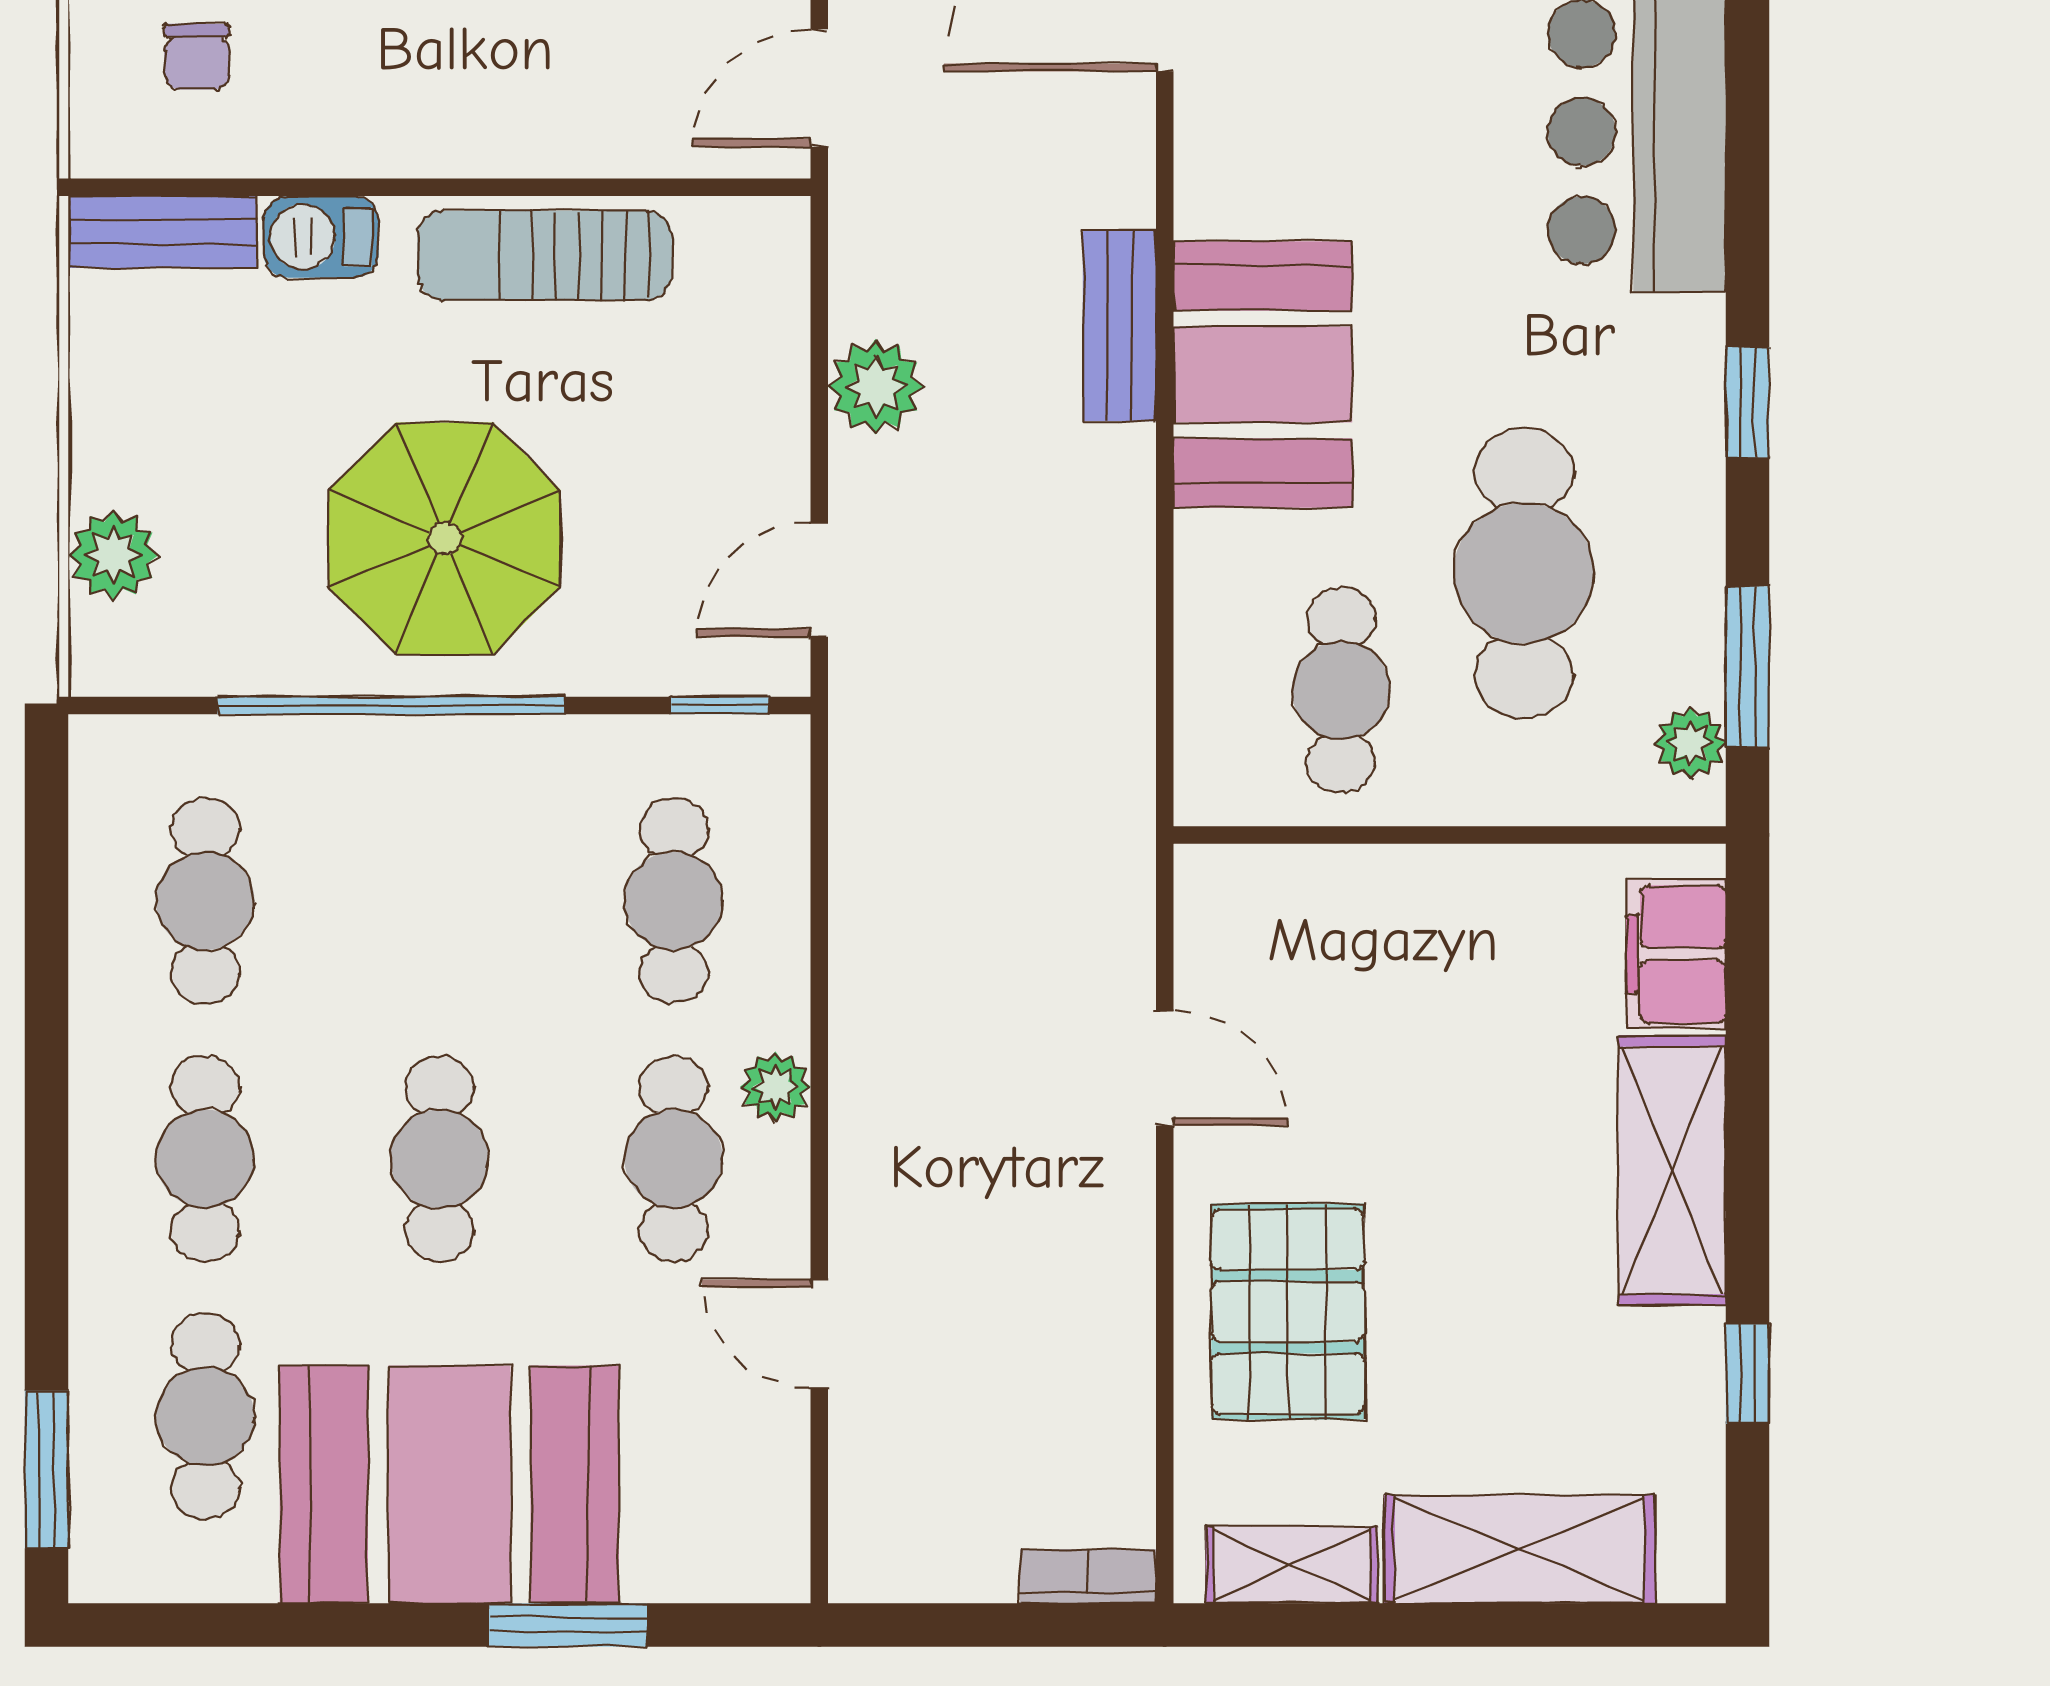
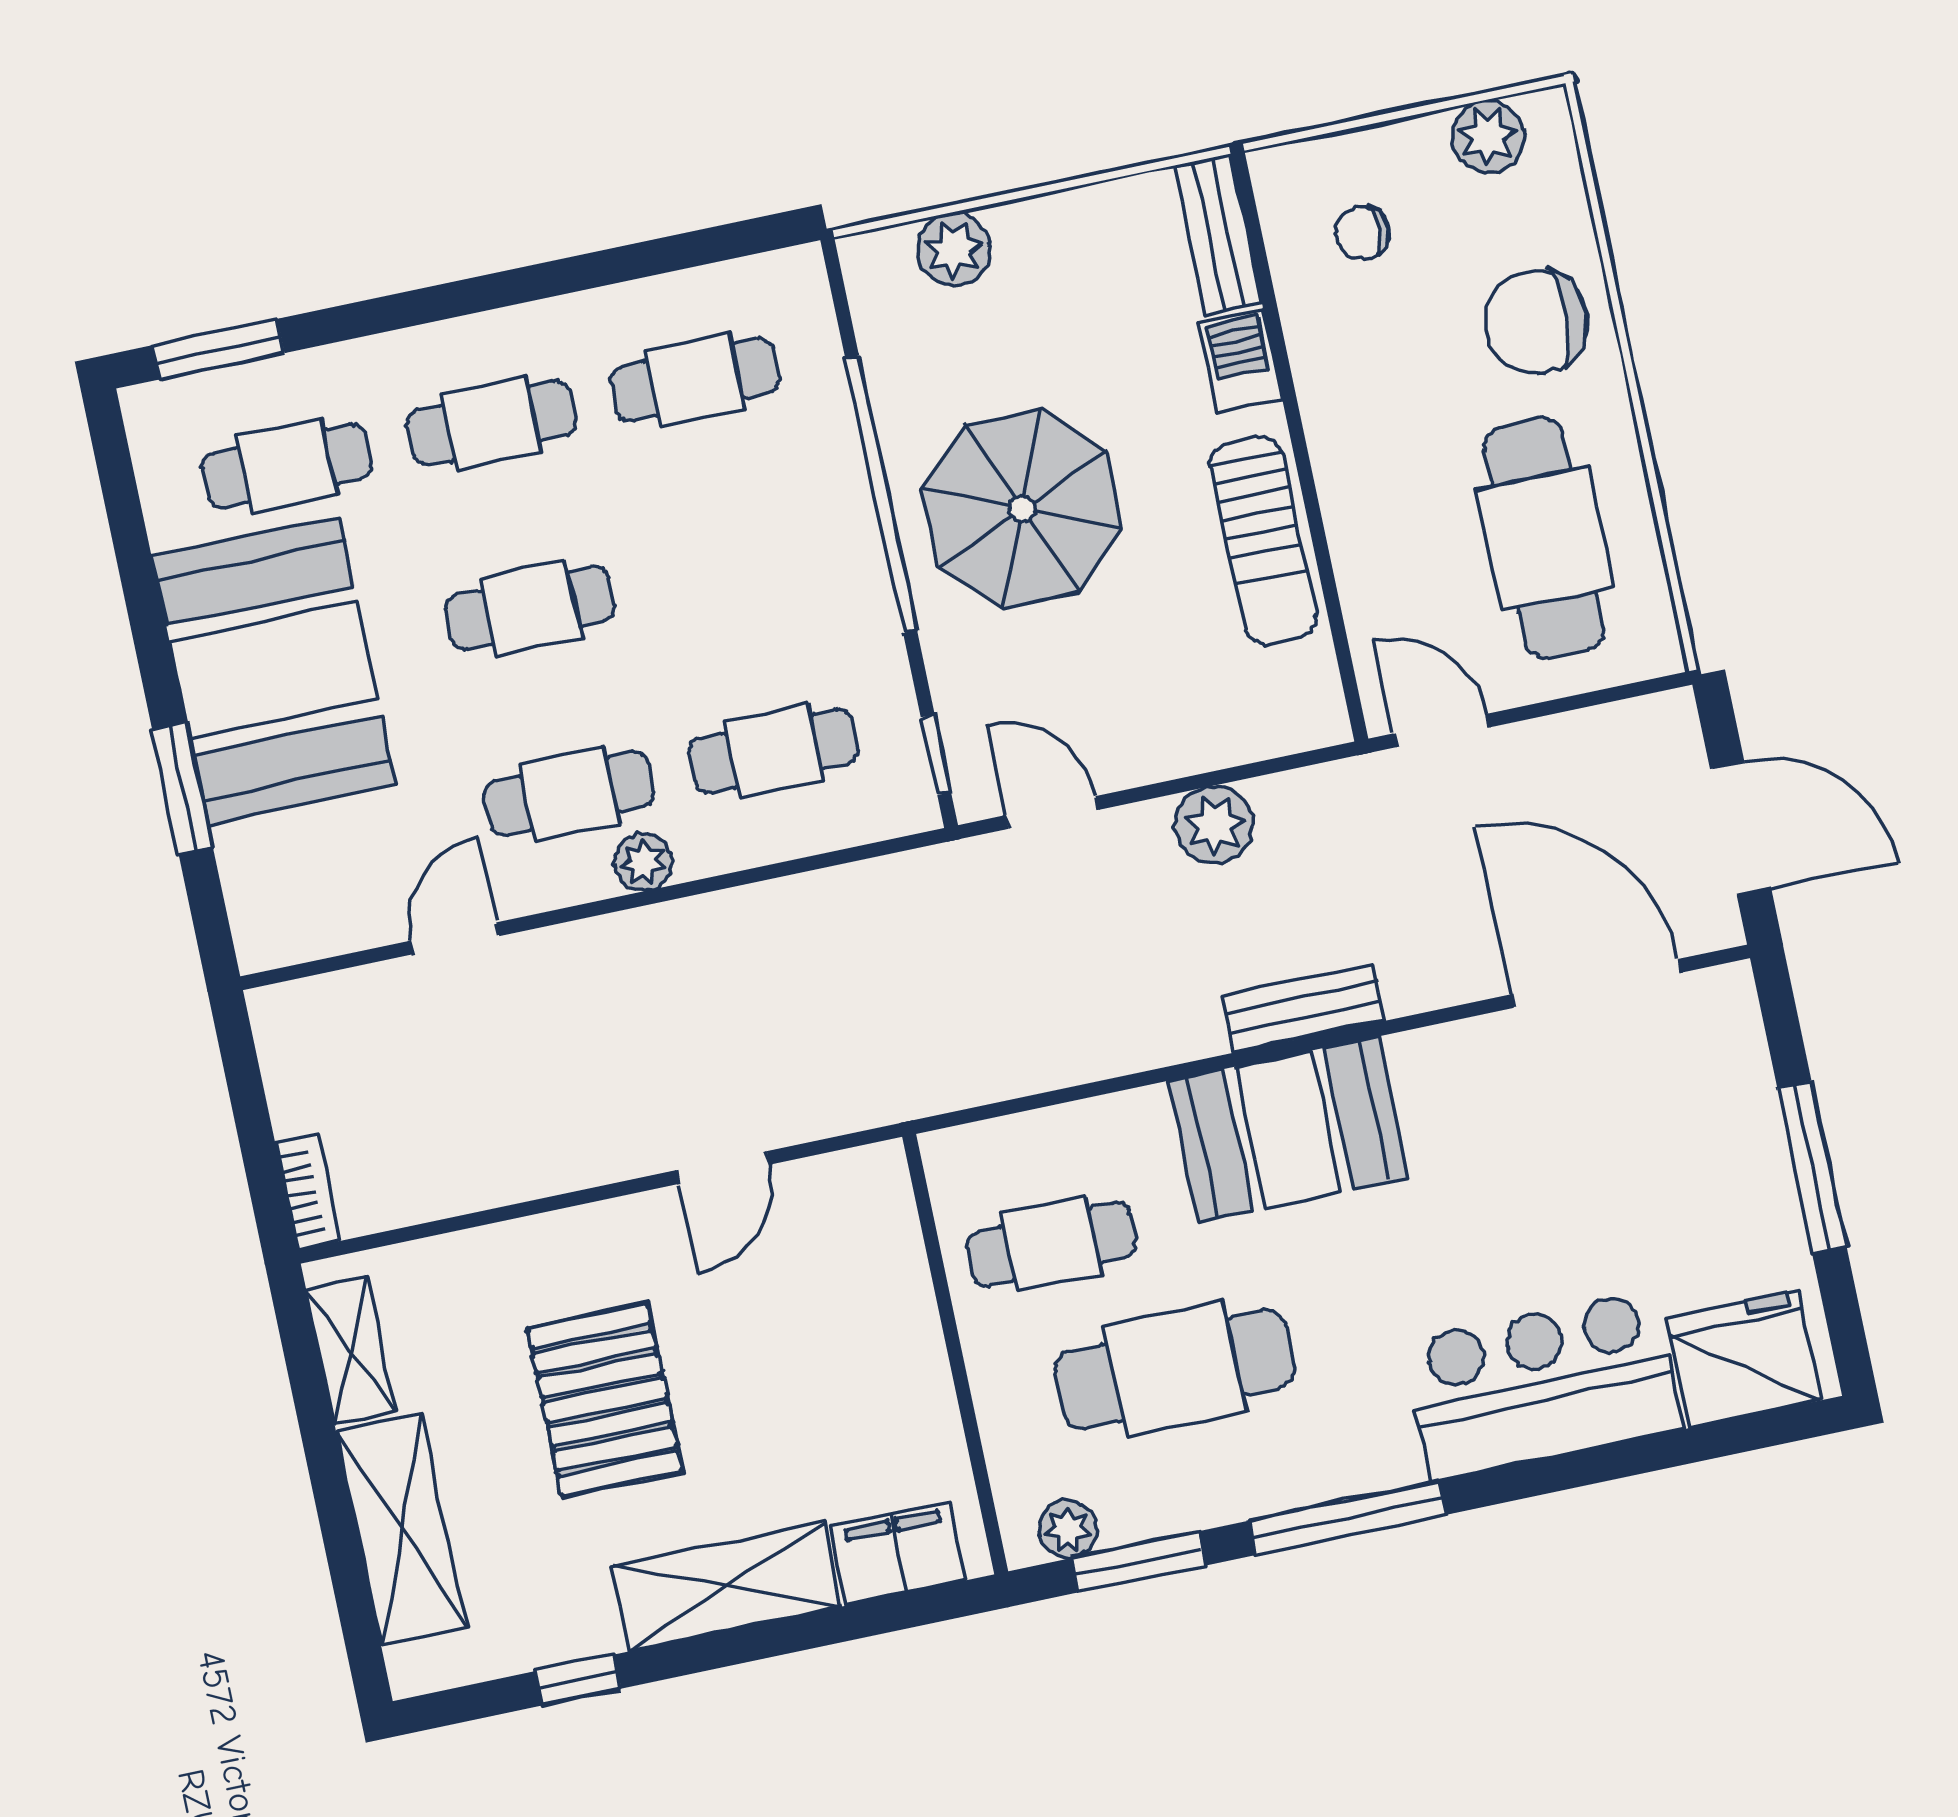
sun lounger: (545, 255) -> (1263, 541), turned 180
window: (1747, 402) -> (1347, 1518), width x2.17
pallet: (1288, 1312) -> (605, 1400), moved, turned 90

